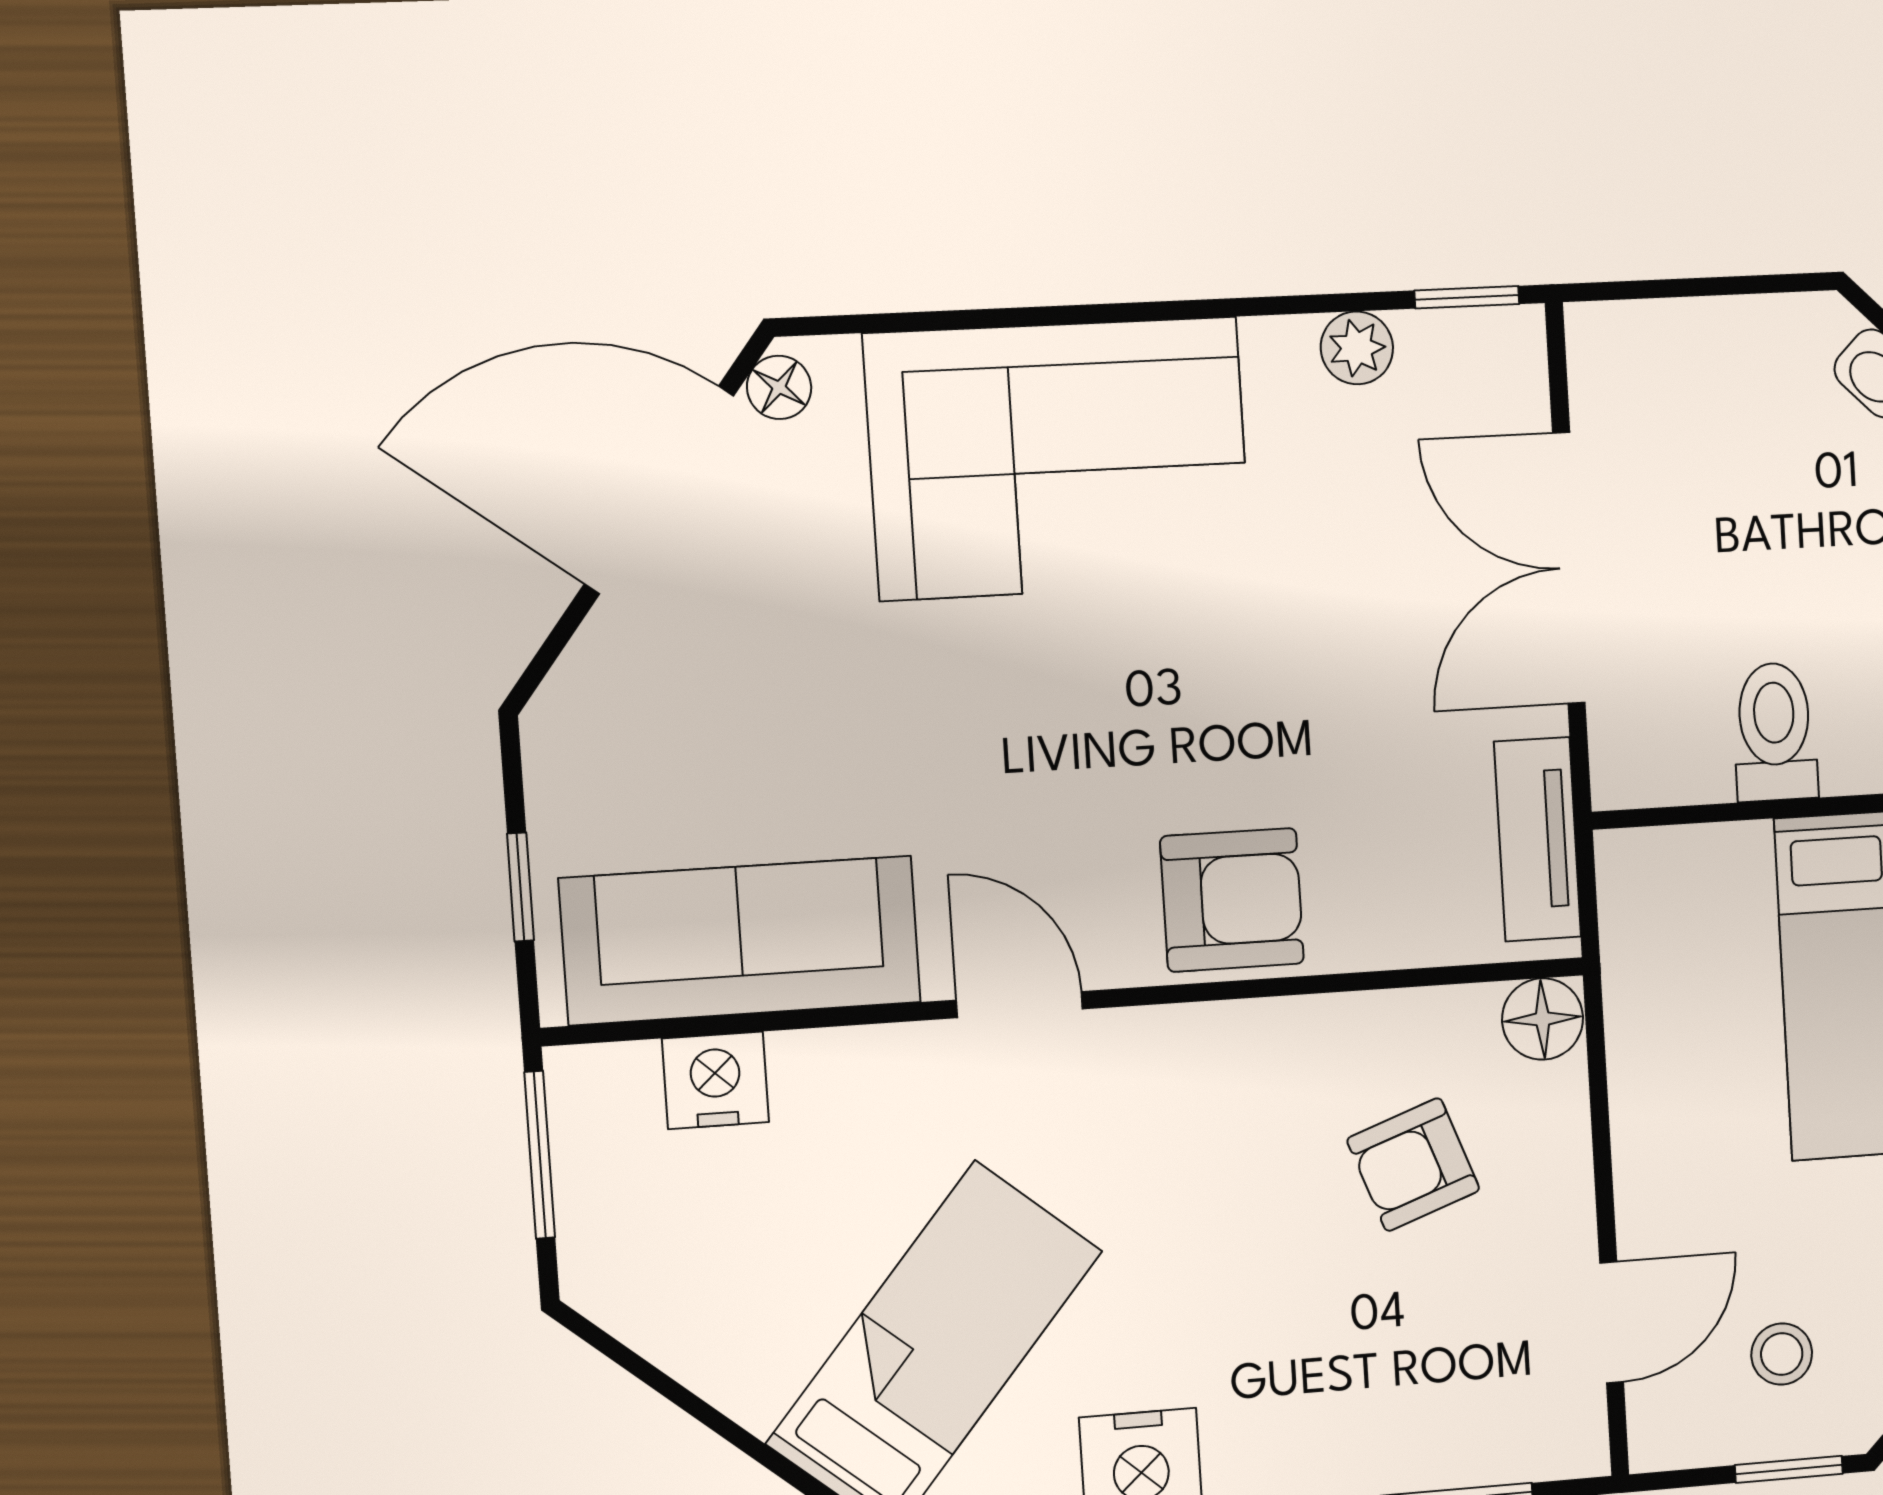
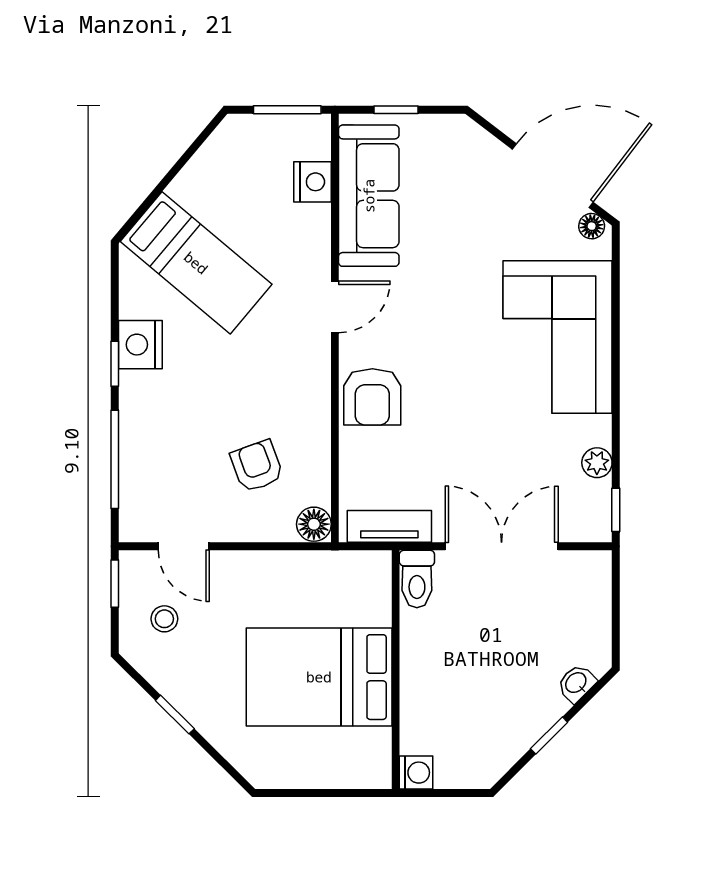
door: (659, 490) -> (553, 176), hinge flipped
toilet: (1775, 732) -> (417, 579), moved, turned 90
window: (1789, 1469) -> (115, 584), moved

